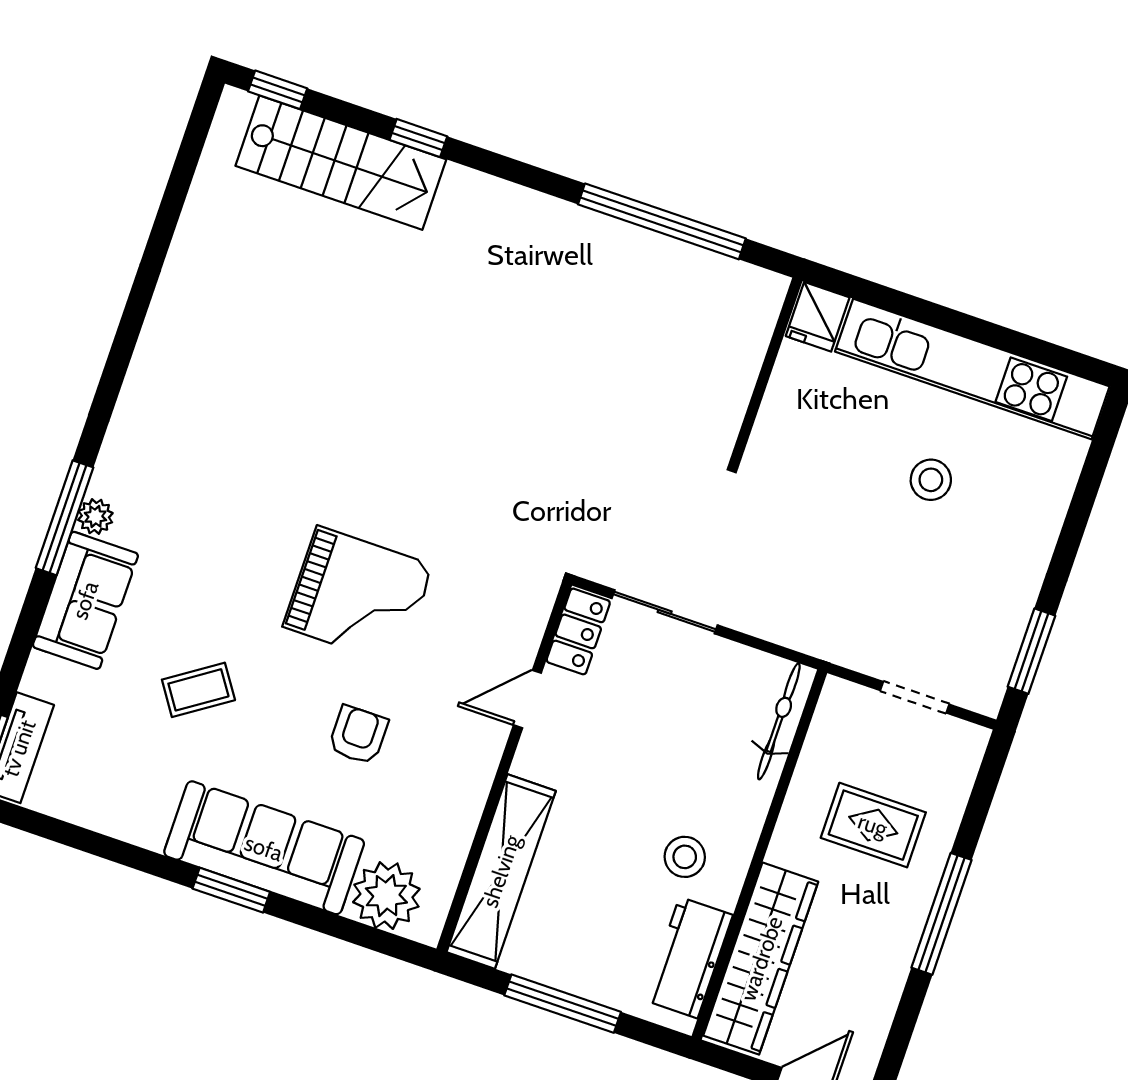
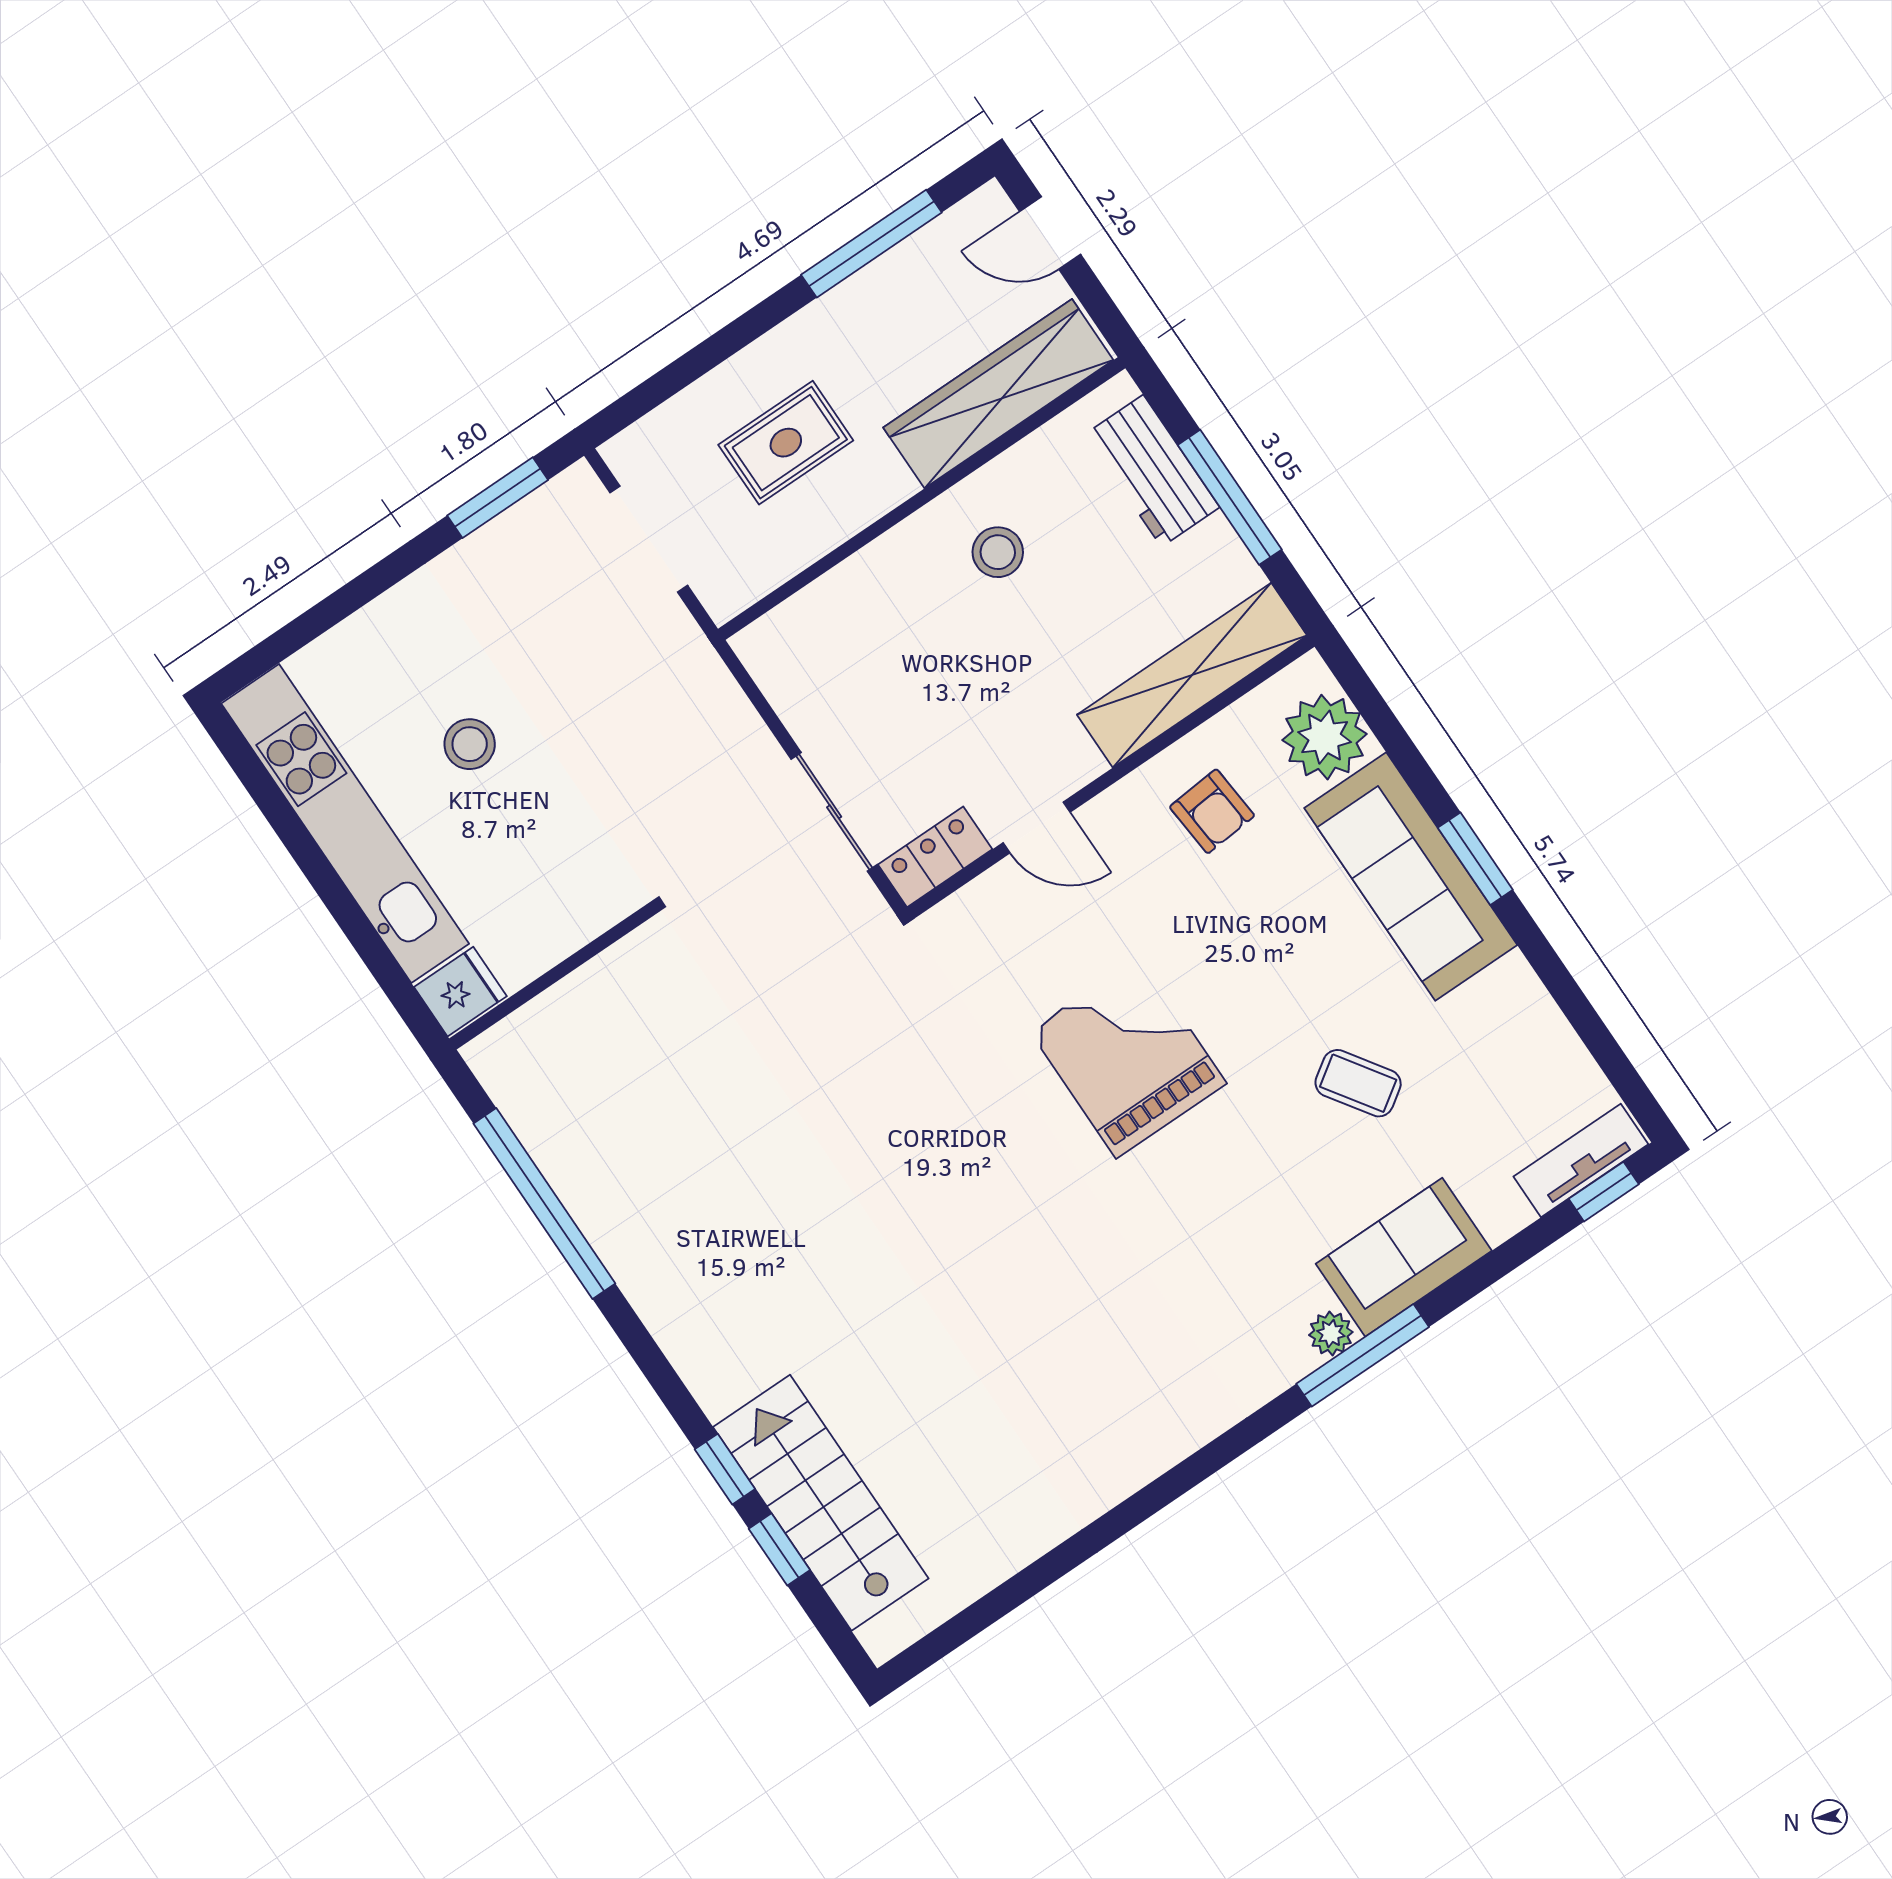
window: (278, 90) -> (779, 1549), moved
doorway: (915, 697) -> (649, 539), width x1.38
bicycle: (779, 721) -> (802, 617), removed
armchair: (358, 735) -> (1212, 811), moved, turned -95
rug: (873, 825) -> (786, 443), turned 90
window: (941, 914) -> (871, 244), moved
workbench: (689, 958) -> (1152, 471), moved, turned 90

